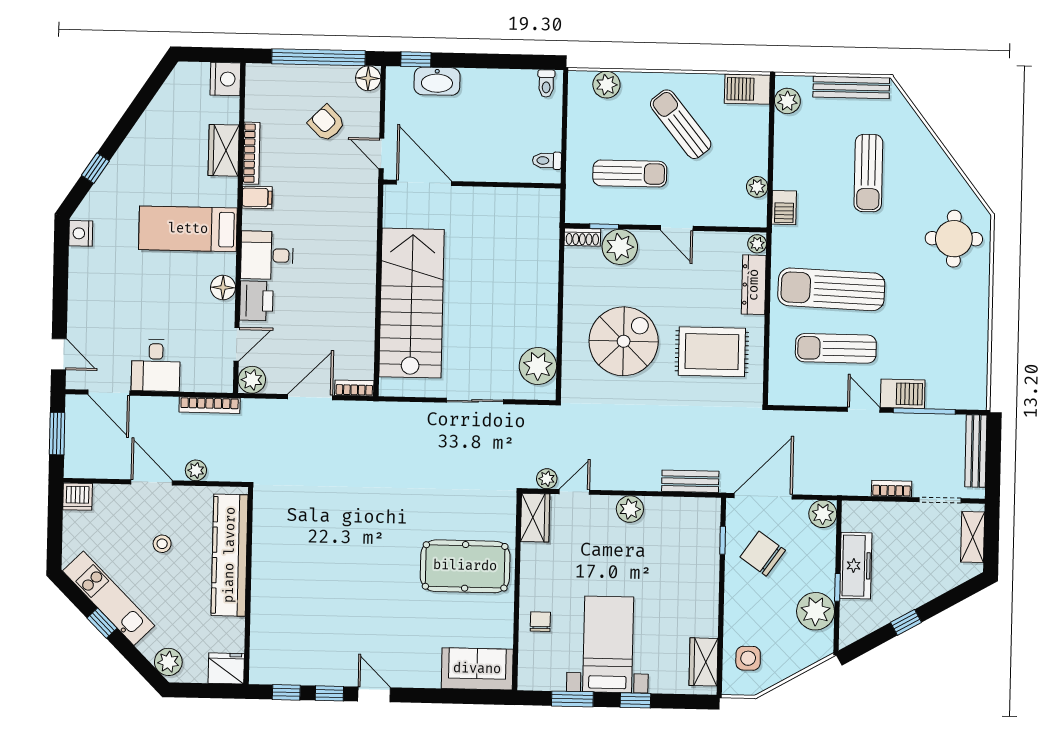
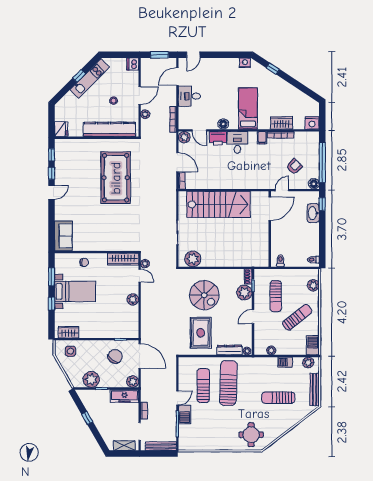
barbecue: (784, 208) -> (285, 362), moved
bench: (690, 481) -> (145, 325), removed
wardrobe: (535, 518) -> (123, 259), width x1.50
pool table: (465, 566) -> (116, 178), moved, width x1.36, depth x1.32
freezer: (856, 566) -> (124, 396), moved
plant: (168, 662) -> (63, 104), removed

